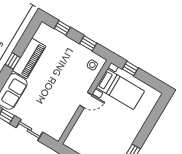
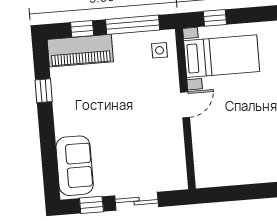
window: (88, 43) -> (133, 25), width x2.17
piano: (29, 58) -> (80, 51), moved, turned 90
window: (13, 61) -> (44, 91), moved

